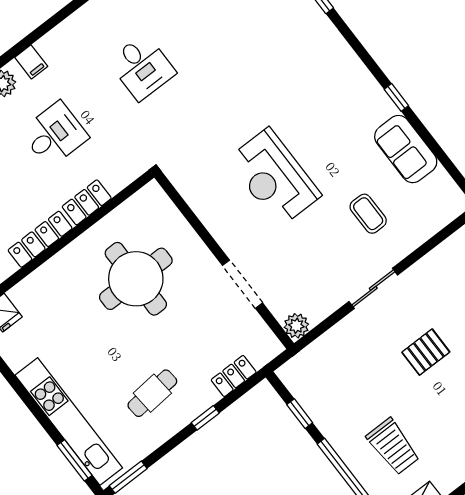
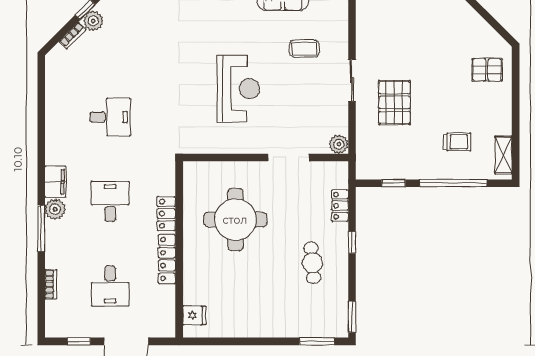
filing cabinet: (31, 62) -> (55, 182), width x2.00
reception desk: (274, 177) -> (239, 89), turned -90
pallet: (426, 352) -> (394, 103), moved, width x1.50, depth x1.42
kitchen unit: (69, 422) -> (291, 327), removed
trolley: (393, 446) -> (457, 142), width x0.73, depth x0.72

